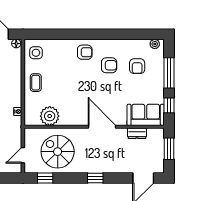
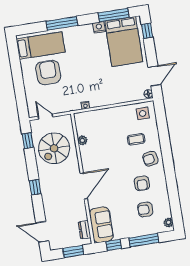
armchair: (85, 52) -> (150, 159), turned 80
coffee table: (36, 83) -> (136, 139), moved
plant: (50, 116) -> (82, 140), width x0.53, depth x0.53
dresser: (137, 133) -> (84, 230), moved
spiral stairs: (58, 152) -> (54, 148), turned 180

